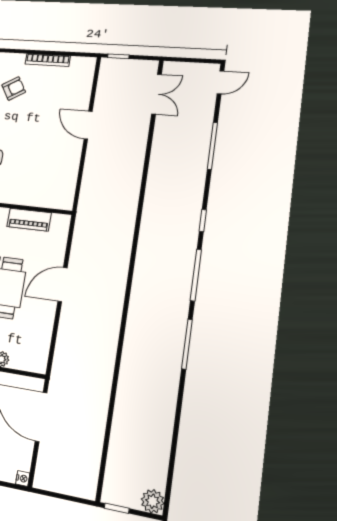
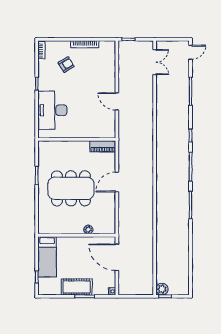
door: (88, 125) -> (117, 101), moved
piano: (29, 220) -> (103, 146), moved
plant: (153, 501) -> (162, 289), moved

